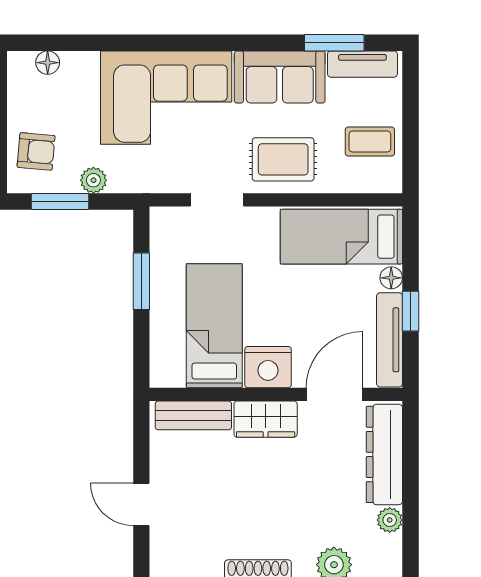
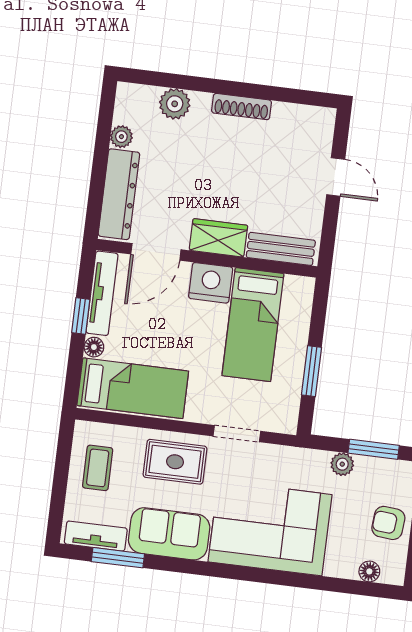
coffee table: (370, 142) -> (98, 468), turned 90
armchair: (36, 151) -> (388, 523), moved

